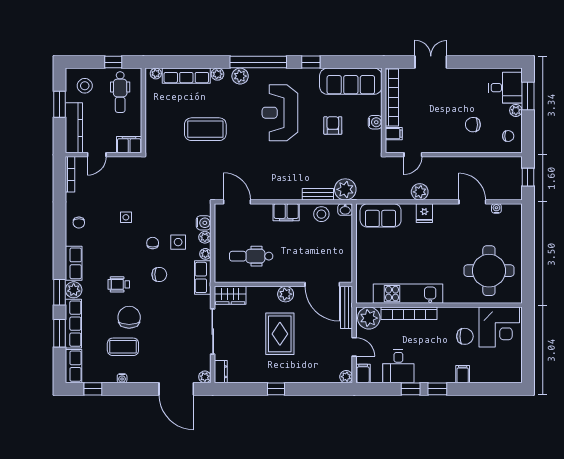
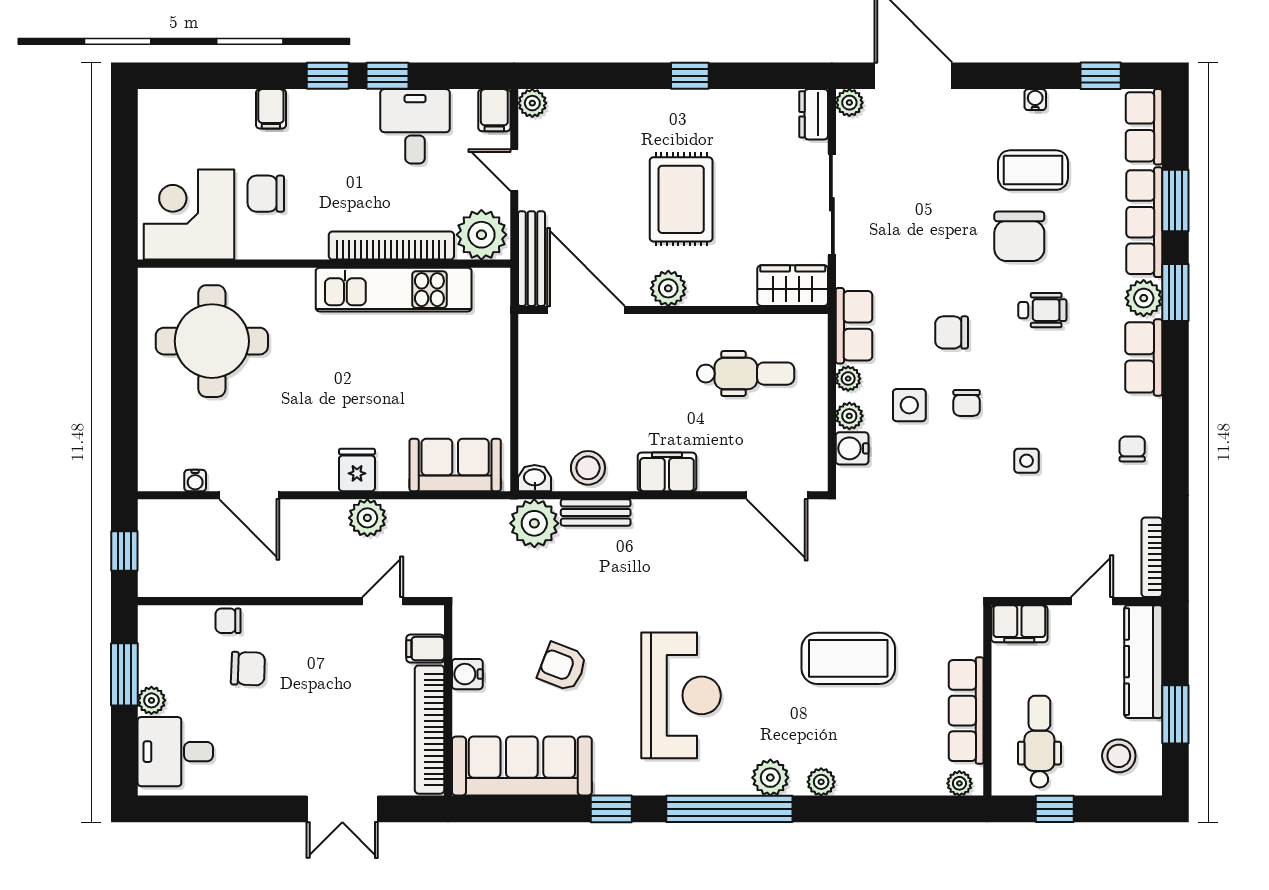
row of seats: (186, 76) -> (966, 711), moved, turned -90
window: (528, 96) -> (124, 674), moved
armchair: (333, 125) -> (562, 667), turned 111
chair: (508, 136) -> (228, 621), moved

